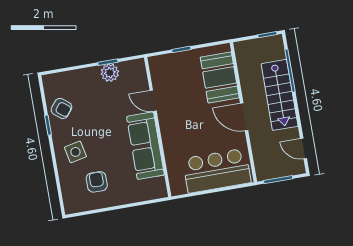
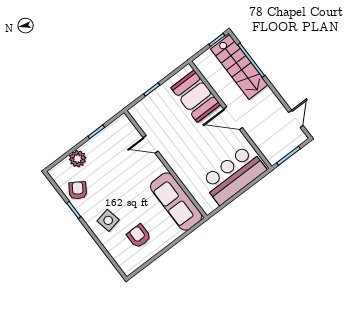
plant: (110, 73) -> (78, 159), moved
stairs: (280, 95) -> (239, 67), moved
armchair: (61, 108) -> (78, 190), turned -96
sofa: (145, 146) -> (176, 202), moved
door: (303, 148) -> (296, 119), swing flipped

